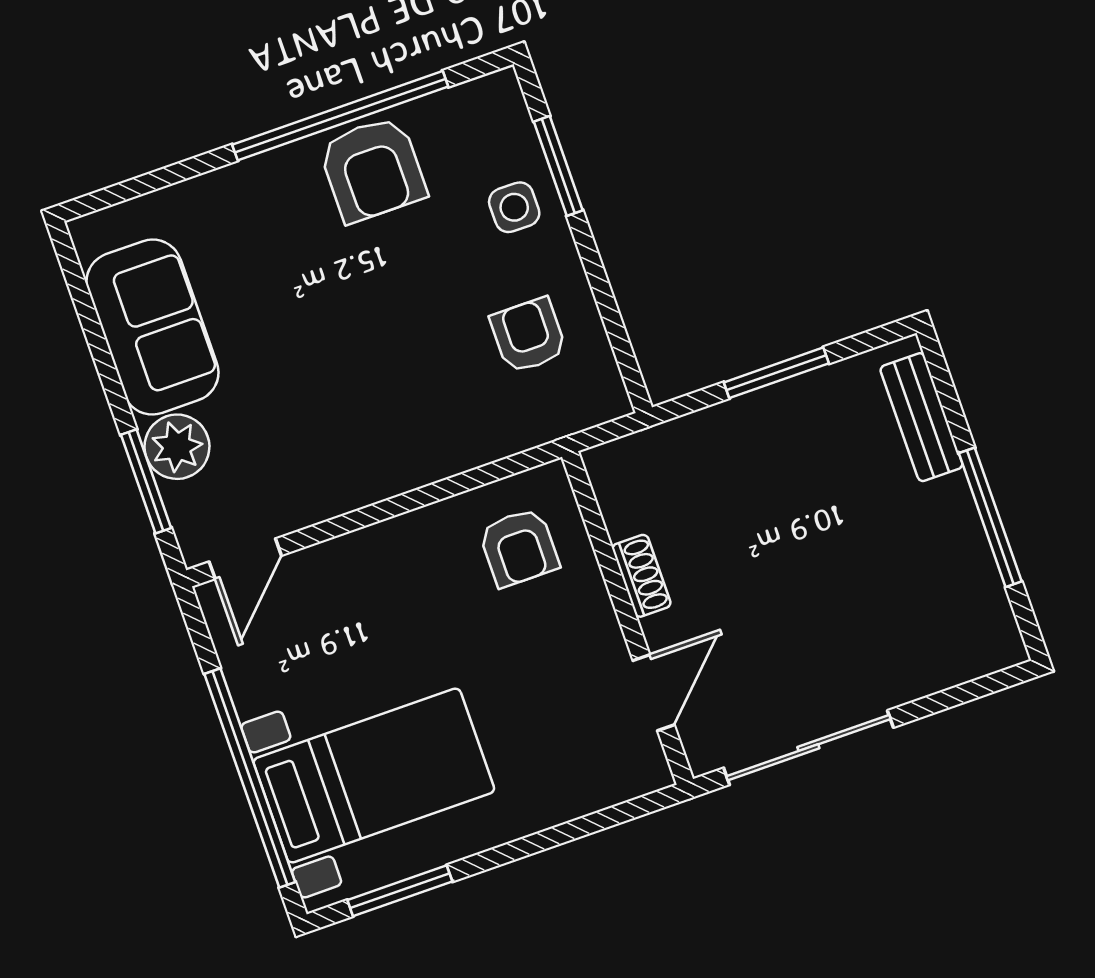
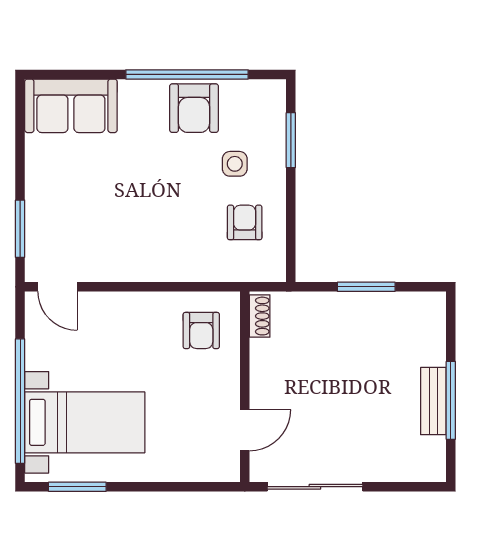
side table: (514, 207) -> (235, 164), moved
sofa: (152, 327) -> (71, 106), moved, turned 90
bench: (921, 417) -> (433, 401), moved
plant: (177, 447) -> (42, 216), removed
door: (245, 559) -> (57, 287), hinge flipped
shoe rack: (641, 576) -> (260, 316), moved

